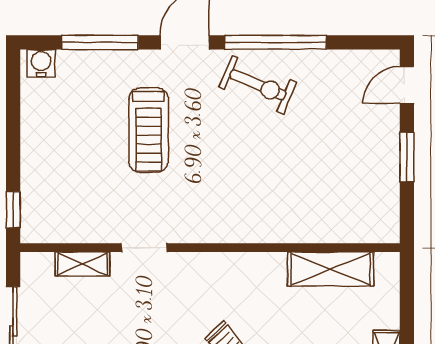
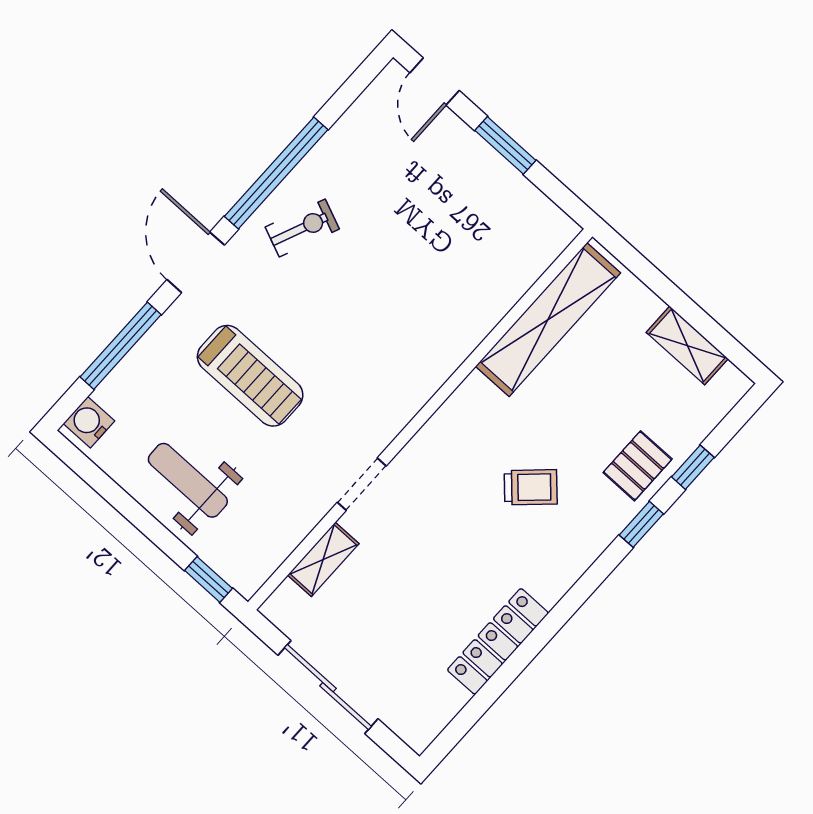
exercise bike: (258, 85) -> (302, 228), width x0.73, depth x0.72
weight bench: (58, 148) -> (188, 480), added
shelving: (331, 269) -> (548, 320), width x1.47

